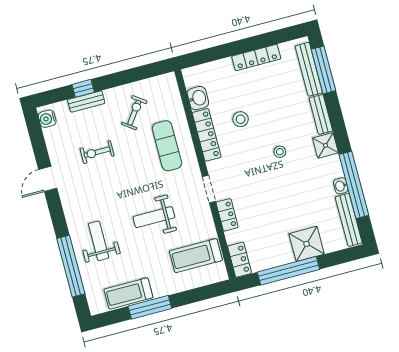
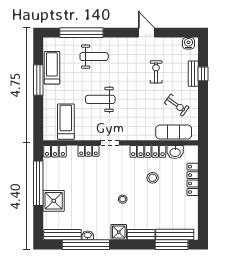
locker: (256, 58) -> (193, 179), moved
exercise mat: (167, 146) -> (174, 132), moved
weight bench: (154, 217) -> (100, 99), turned -90

